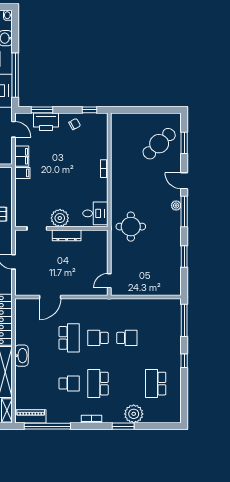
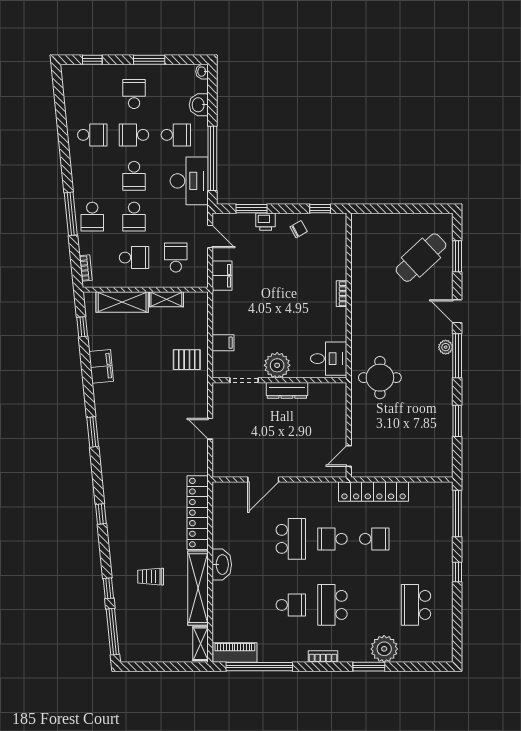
printer: (46, 122) -> (266, 222), width x0.53, depth x0.68
filing cabinet: (22, 173) -> (223, 343), moved
locker: (126, 305) -> (374, 491), added

